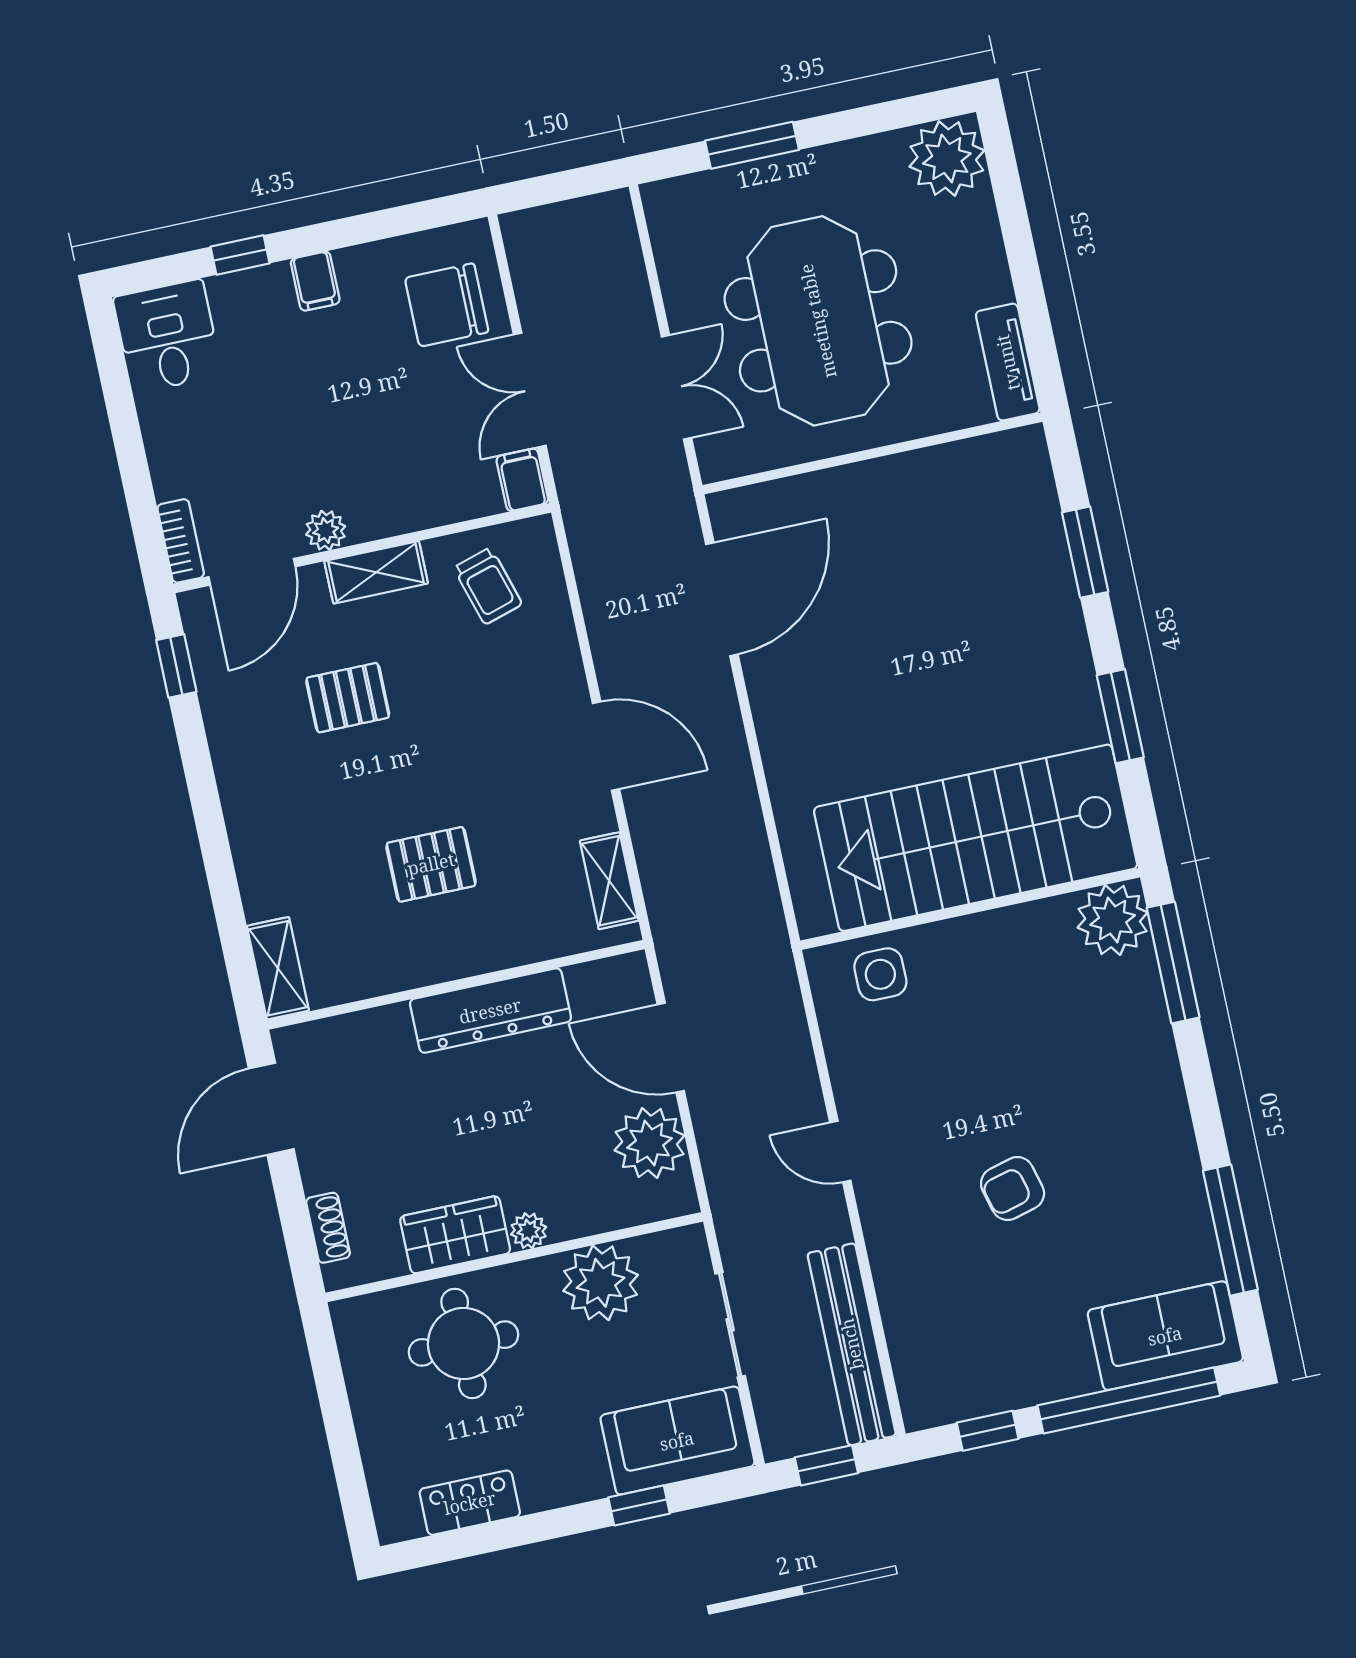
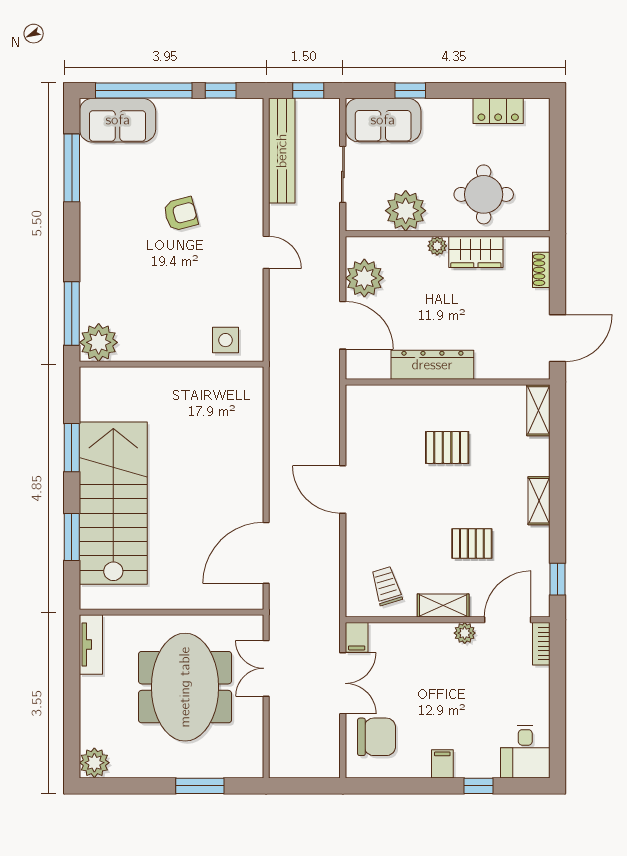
plant: (947, 158) -> (94, 763), width x0.73, depth x0.73
stairs: (976, 838) -> (113, 503), moved, turned -90
shelving: (609, 881) -> (539, 501), moved

